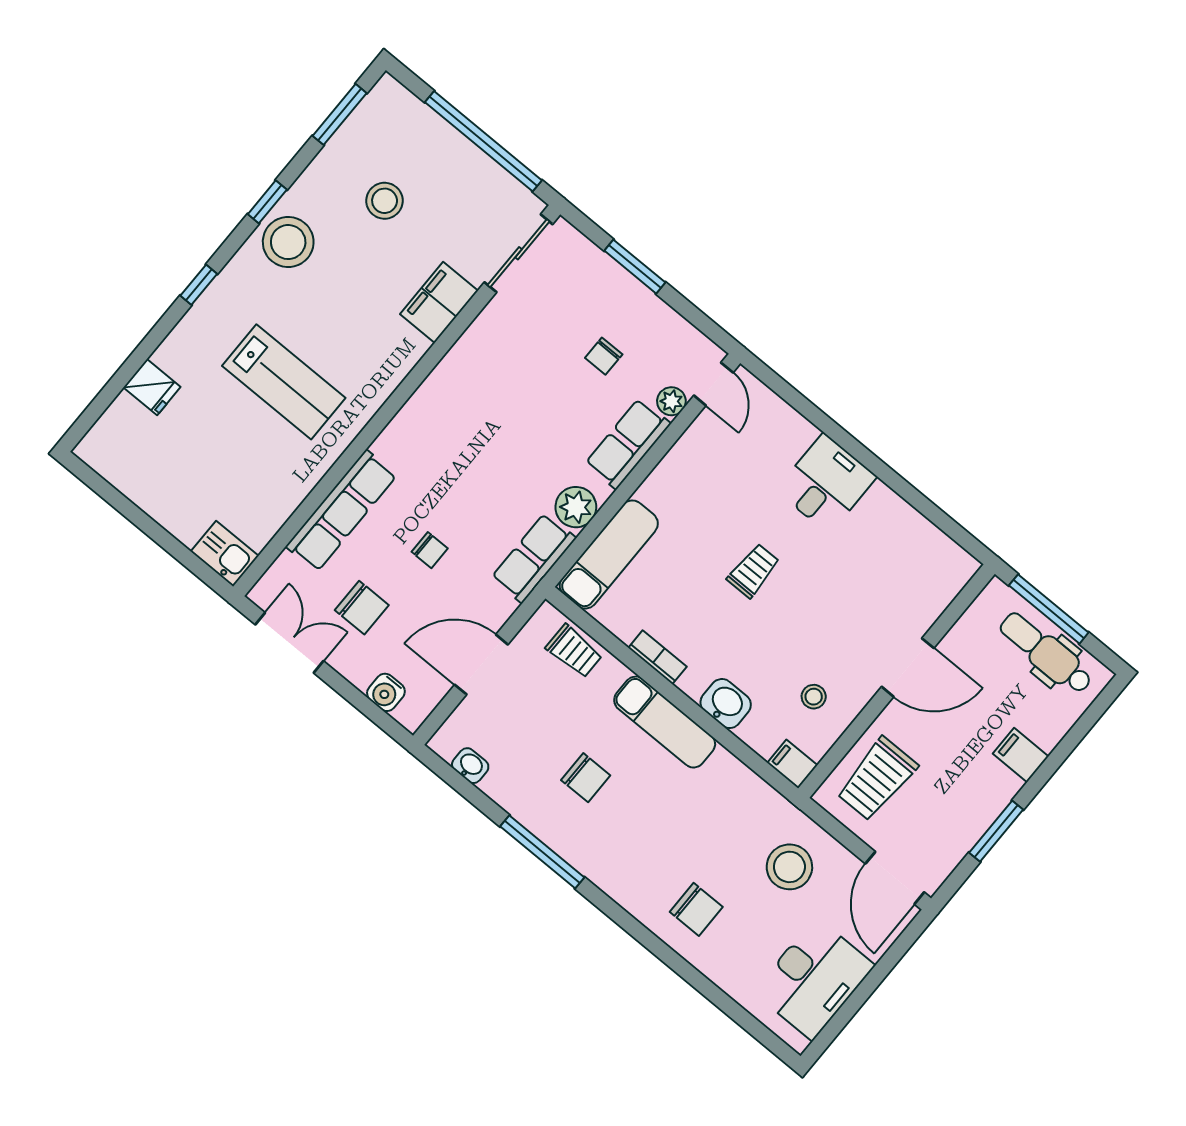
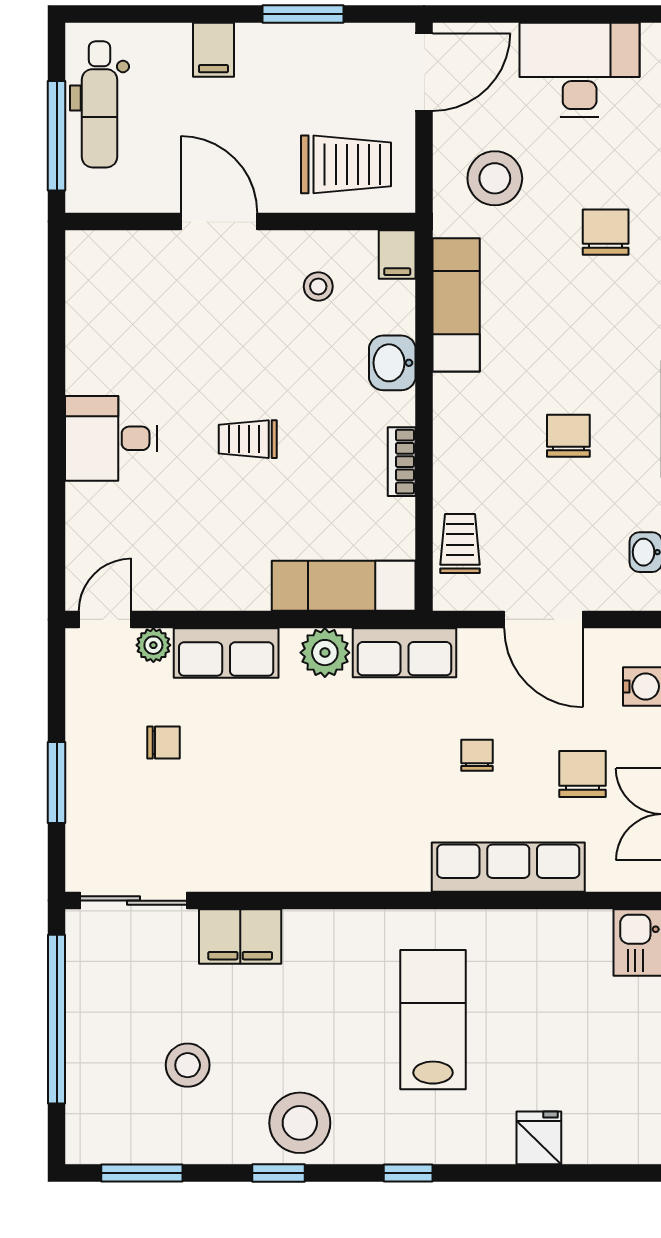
exam couch: (665, 722) -> (456, 305), moved

